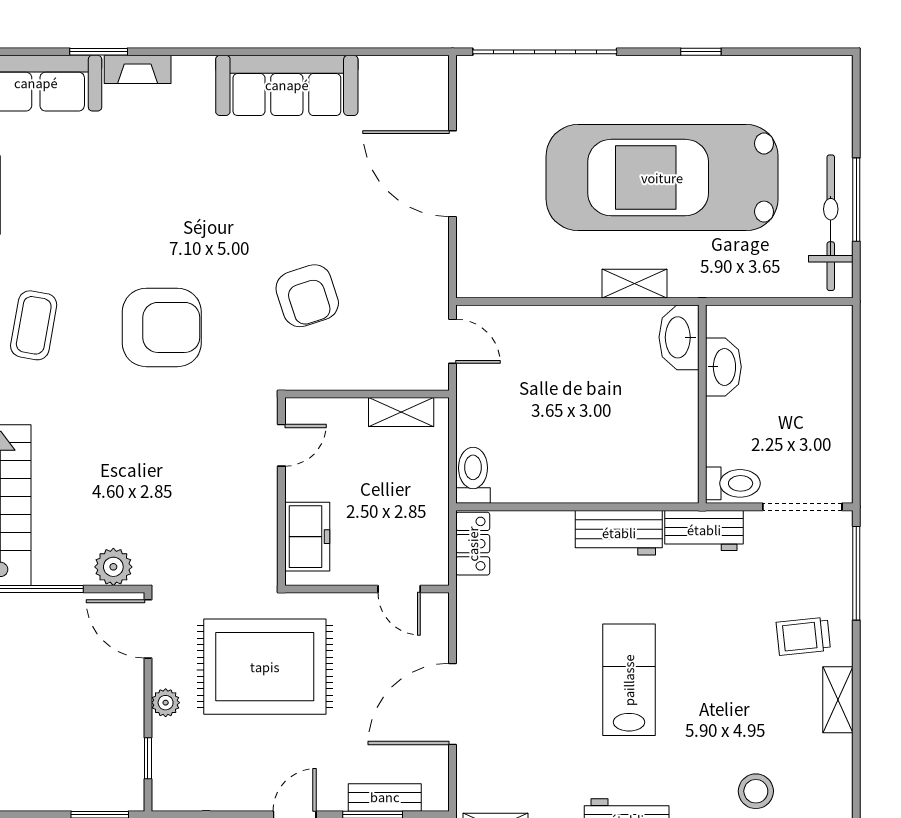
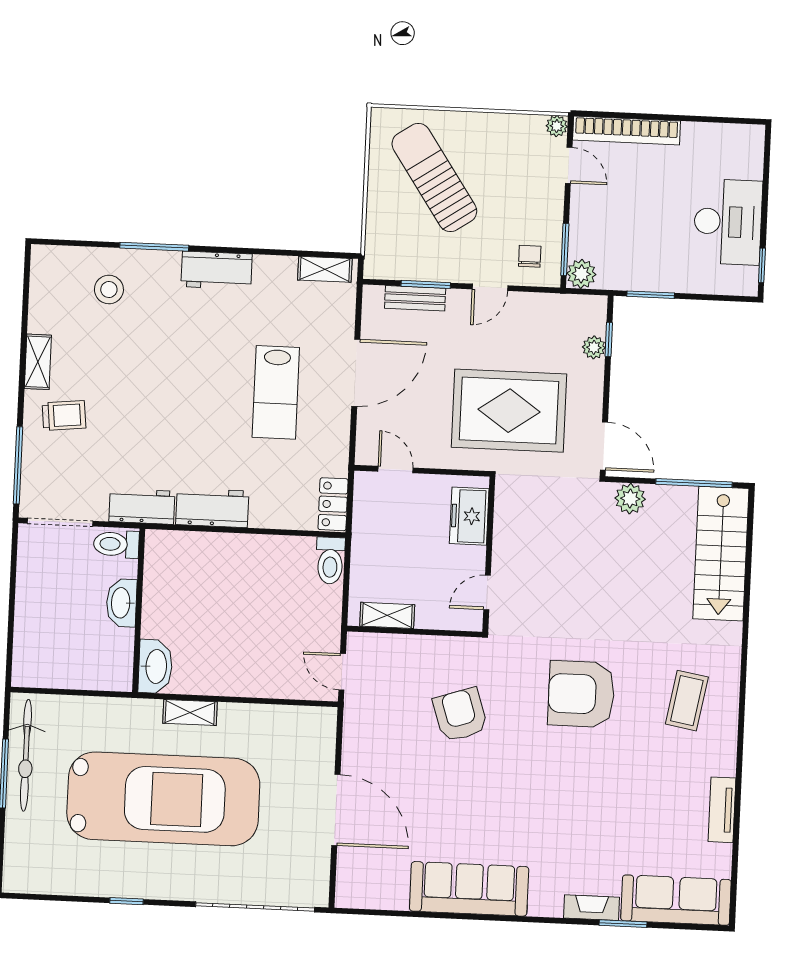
washbasin: (723, 367) -> (121, 603), moved
lab bench: (629, 680) -> (276, 392), moved
plant: (166, 703) -> (594, 347), moved

